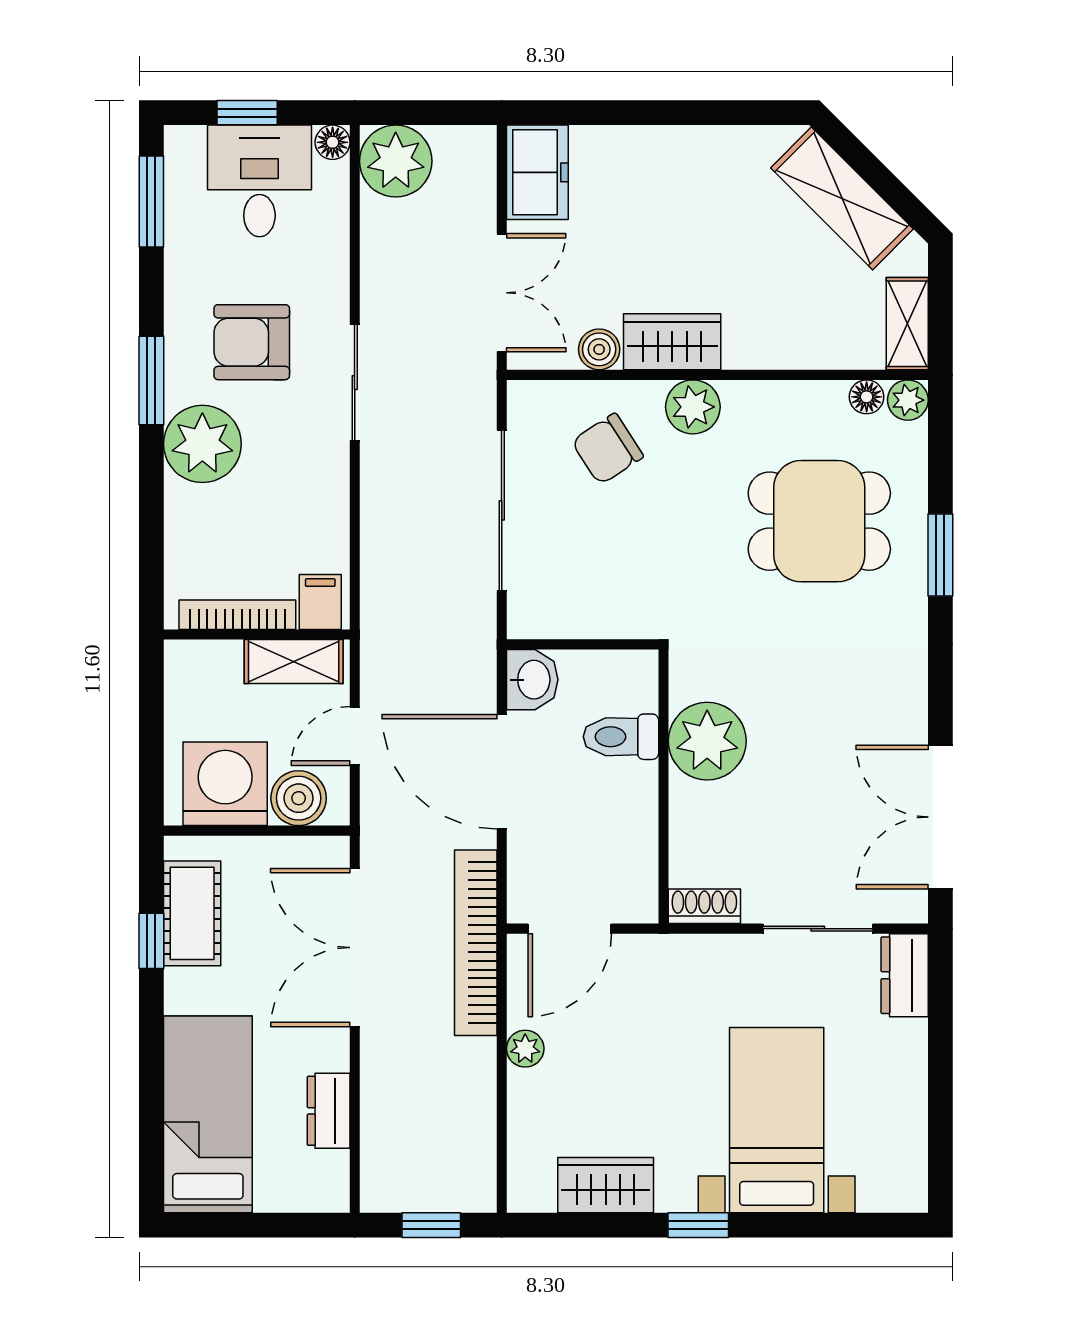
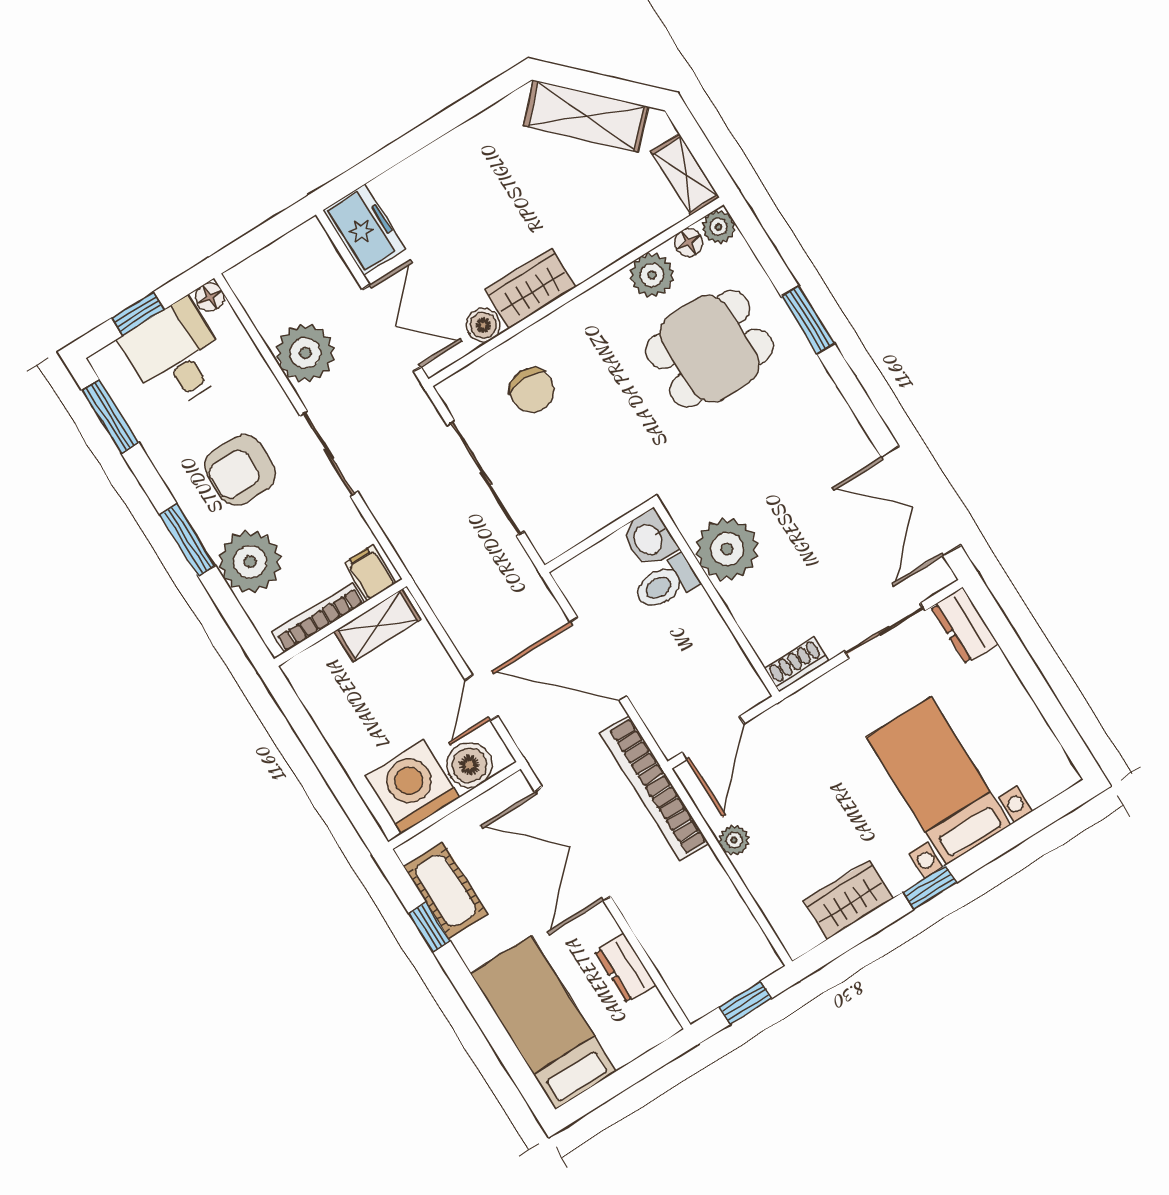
plant: (396, 161) -> (305, 353), moved
plant: (693, 407) -> (652, 275), moved
chair: (607, 449) -> (532, 390), turned -57
filing cabinet: (320, 602) -> (370, 573), moved
bookcase: (237, 615) -> (318, 617), moved
wall: (257, 635) -> (340, 623), moved
shelving: (294, 662) -> (377, 625), moved
washbasin: (532, 680) -> (649, 539), moved, turned 180

